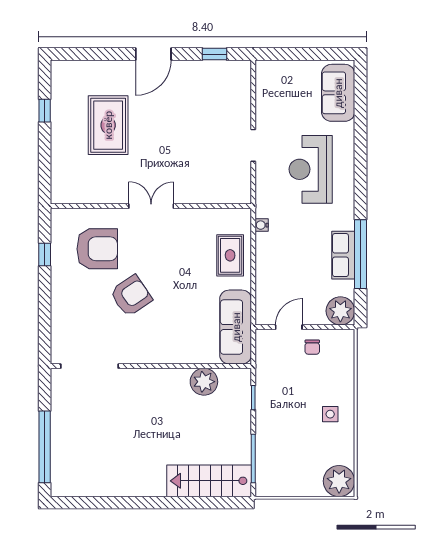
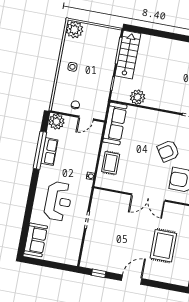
double door: (151, 206) -> (148, 197), width x1.37
stairs: (209, 481) -> (128, 55), moved, turned -90

